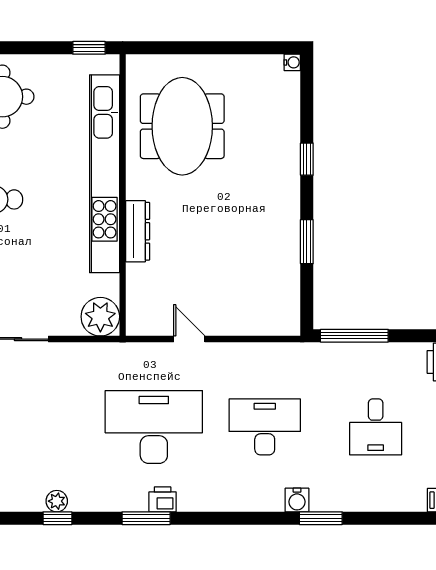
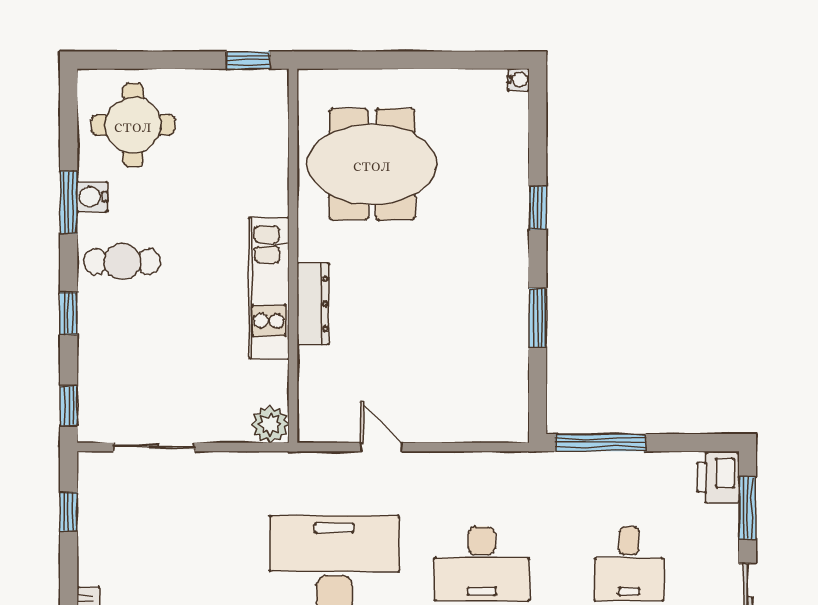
meeting table: (182, 126) -> (372, 164), turned 90
kitchen unit: (105, 174) -> (269, 288), width x0.54
plant: (100, 317) -> (270, 424), width x0.73, depth x0.73
desk: (265, 427) -> (482, 564), turned 180

